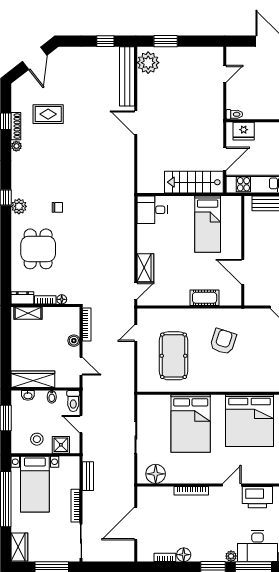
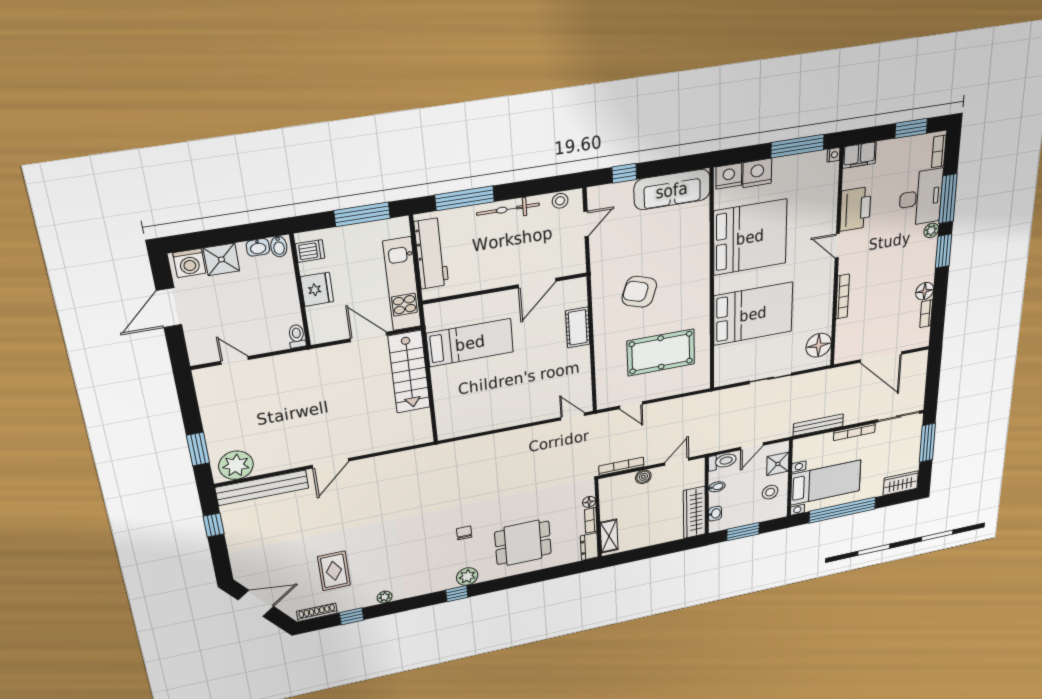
shoe rack: (16, 126) -> (317, 612), moved
fridge: (244, 131) -> (317, 289), moved
desk: (152, 210) -> (456, 418), removed
wardrobe: (145, 268) -> (540, 411), removed
bench: (88, 476) -> (818, 425), width x1.36

